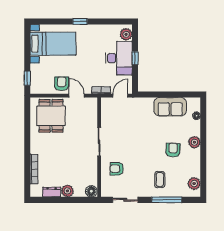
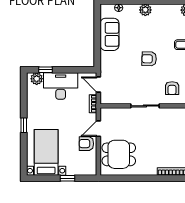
window: (135, 58) -> (45, 70), moved
window: (27, 78) -> (68, 178), moved
armchair: (173, 150) -> (149, 59), moved

